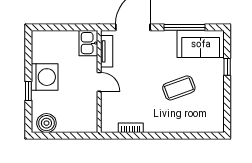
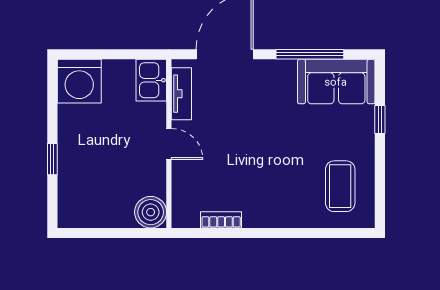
washing machine: (45, 77) -> (79, 81), moved, turned 90
coffee table: (179, 88) -> (340, 186), moved, turned -70
boiler: (46, 123) -> (151, 212), moved

